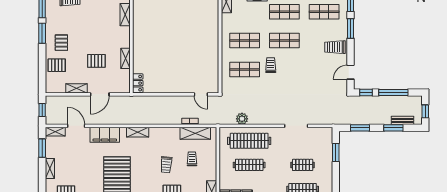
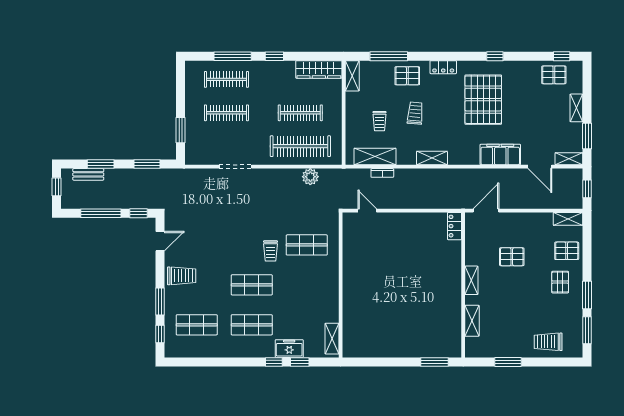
shop shelf: (245, 41) -> (307, 285), removed
shelving: (126, 58) -> (471, 280), moved
shelving: (76, 88) -> (568, 219), moved
door: (100, 94) -> (486, 211), moved
shelving: (138, 132) -> (432, 158), moved
clothes rail: (303, 165) -> (226, 113), width x1.36

